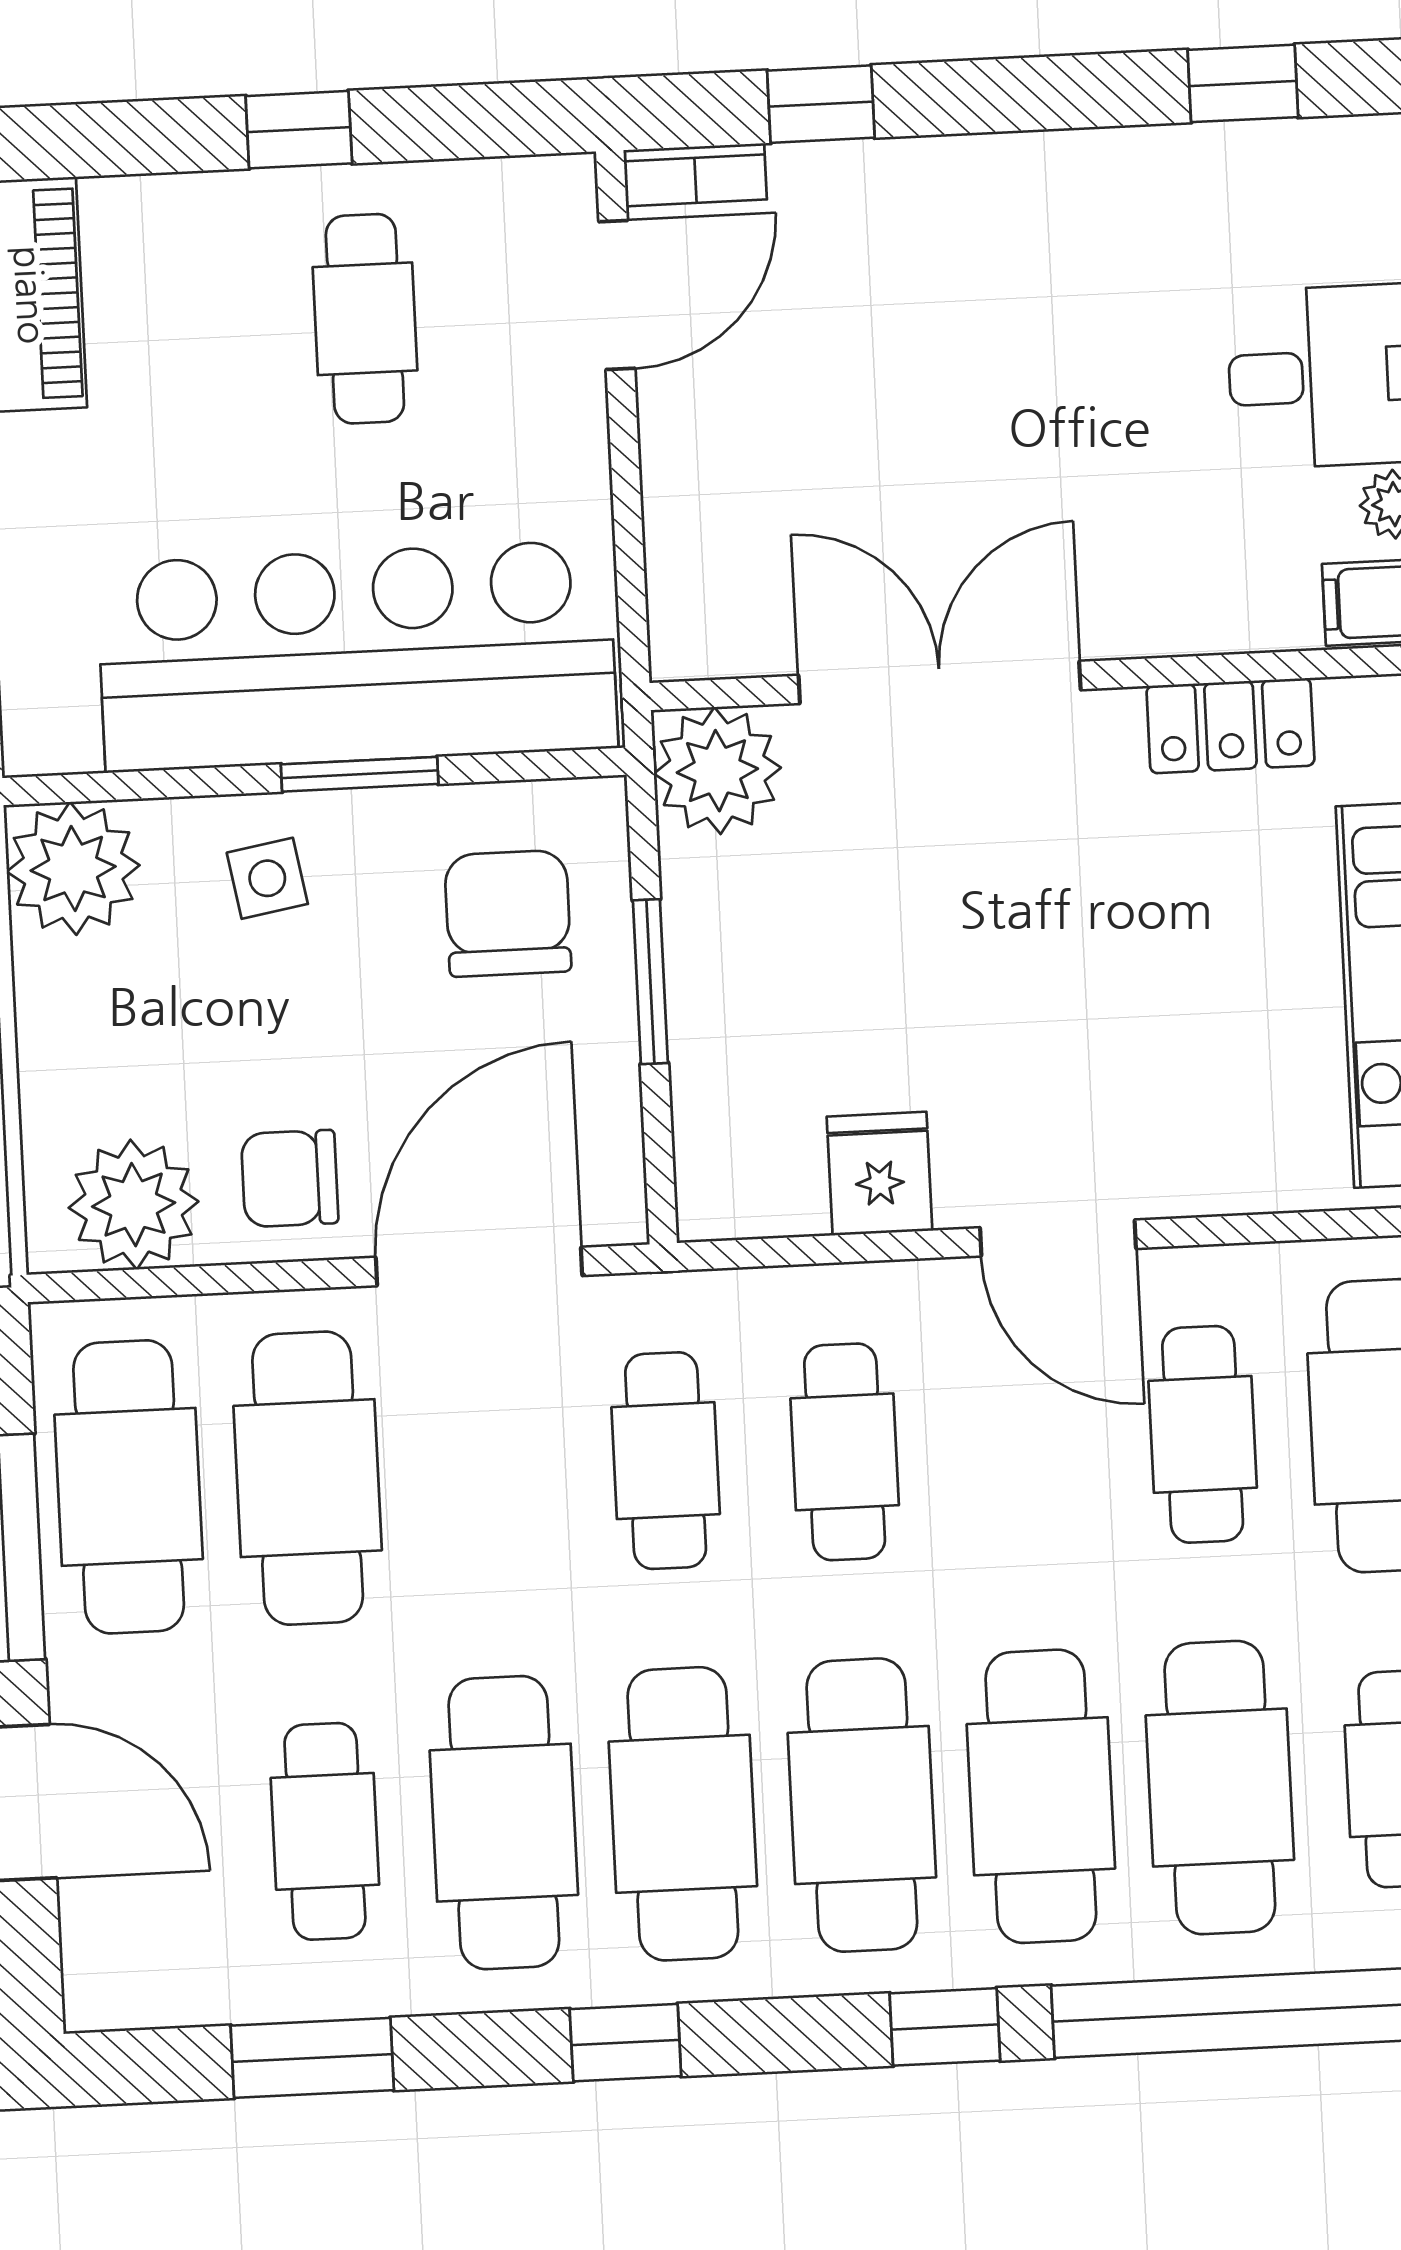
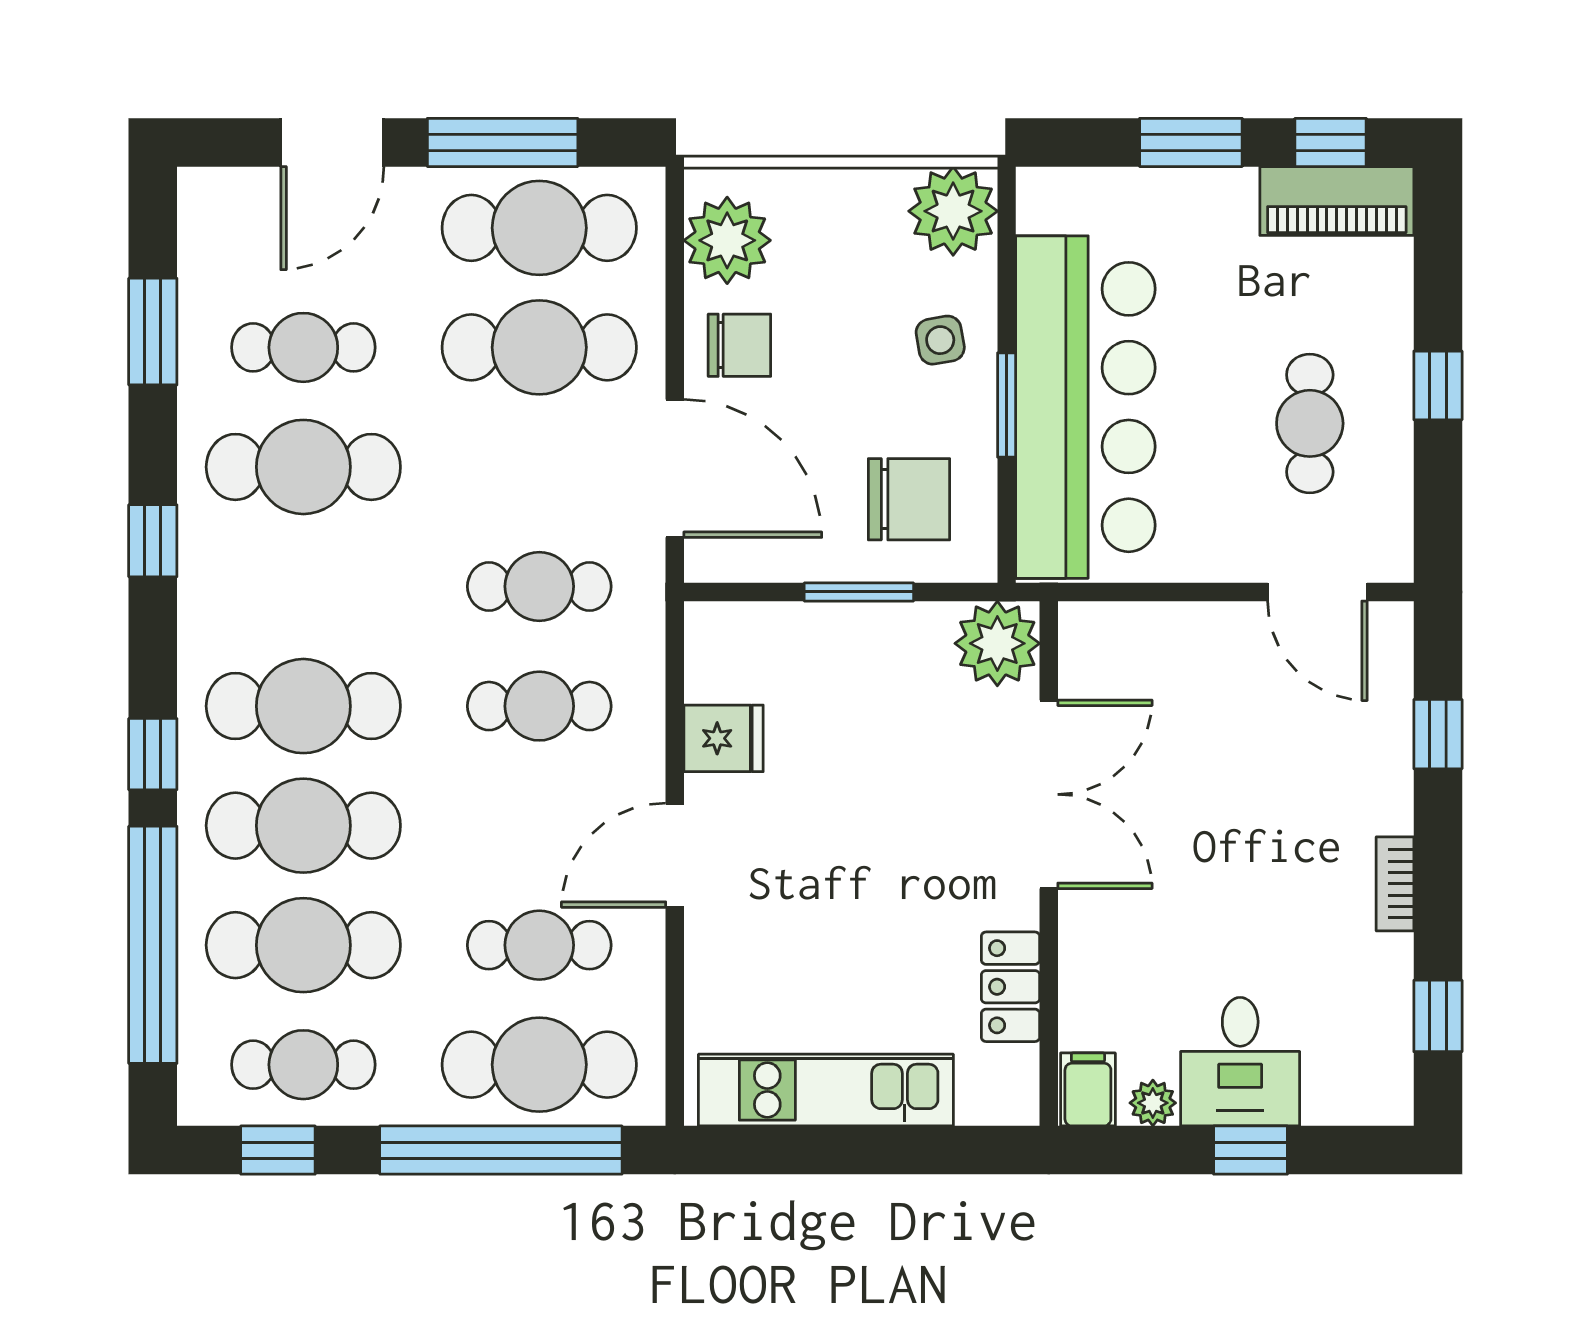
bookcase: (695, 175) -> (1395, 884), moved
cafe table: (365, 319) -> (1310, 423), turned 90
chair: (290, 1179) -> (739, 345), turned 90
cafe table: (683, 1814) -> (303, 586), removed

